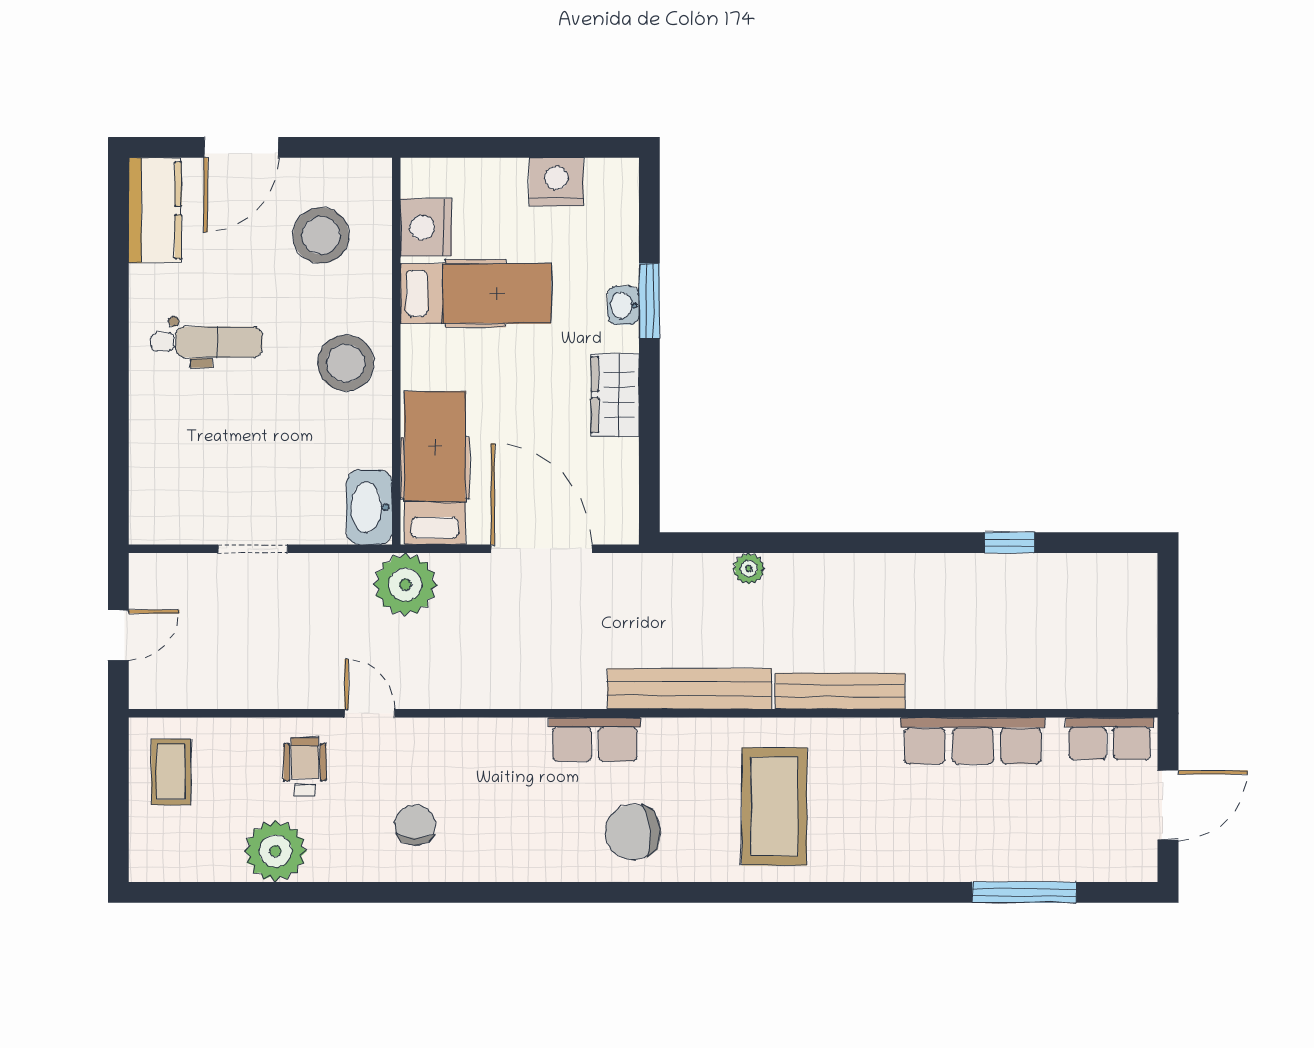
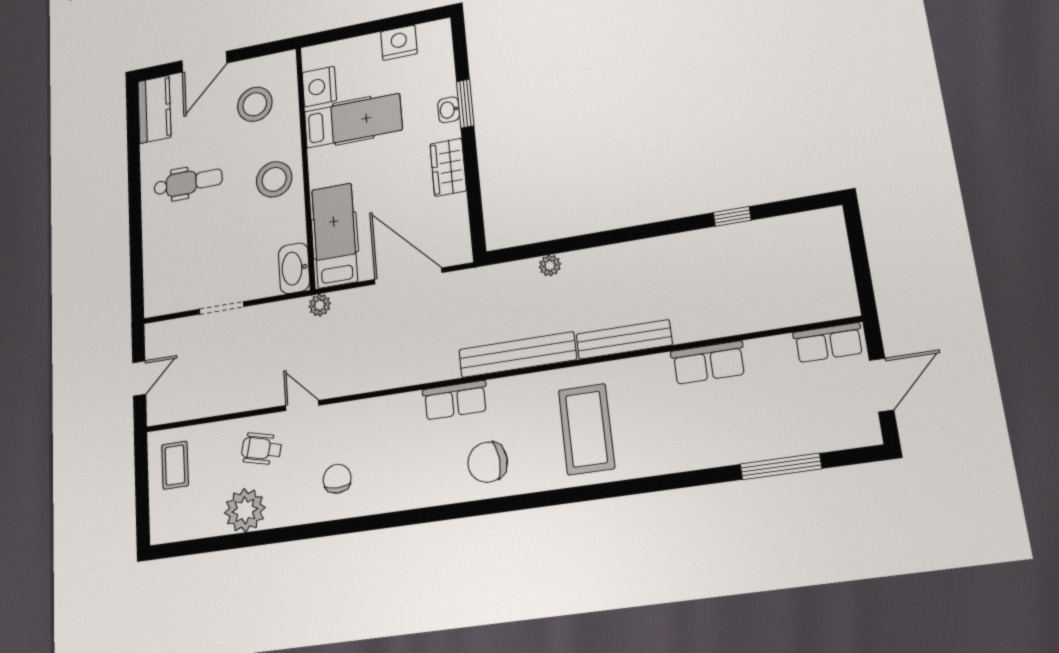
plant: (405, 585) -> (320, 305), width x0.53, depth x0.53
row of seats: (973, 741) -> (708, 363), width x0.68
wheelchair: (305, 767) -> (262, 449), turned -77

